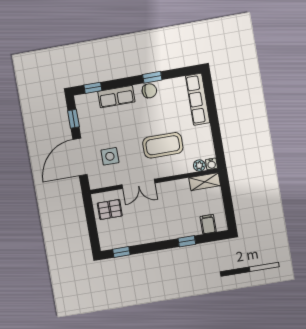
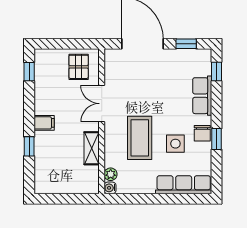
side table: (110, 156) -> (175, 144), moved
shelving: (205, 182) -> (92, 148), moved
filing cabinet: (208, 224) -> (44, 123), moved

